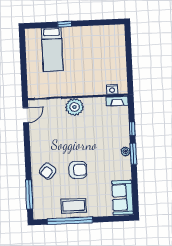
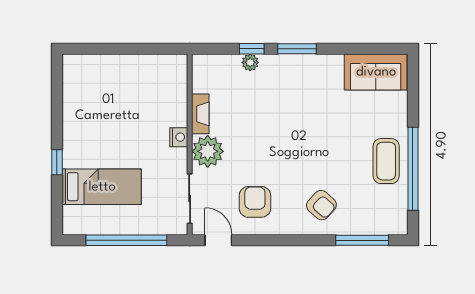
window: (23, 64) -> (126, 240), added
nightstand: (112, 89) -> (179, 137), moved
fireplace: (117, 101) -> (200, 114), moved
plant: (126, 151) -> (250, 62), moved
armchair: (78, 170) -> (255, 202), moved

